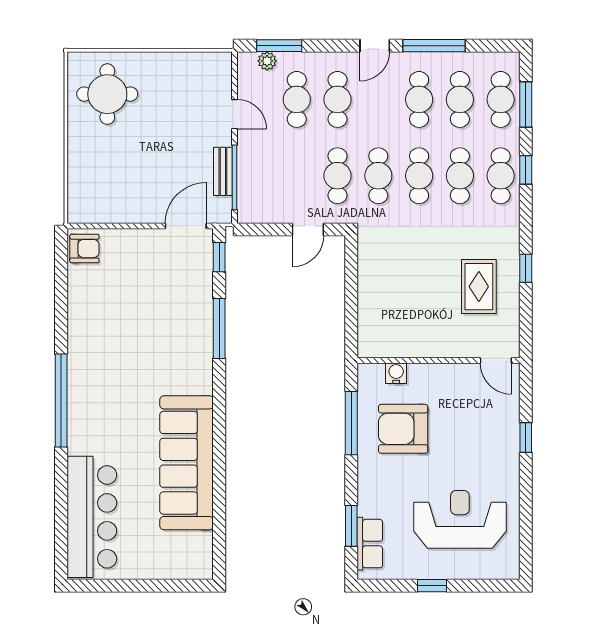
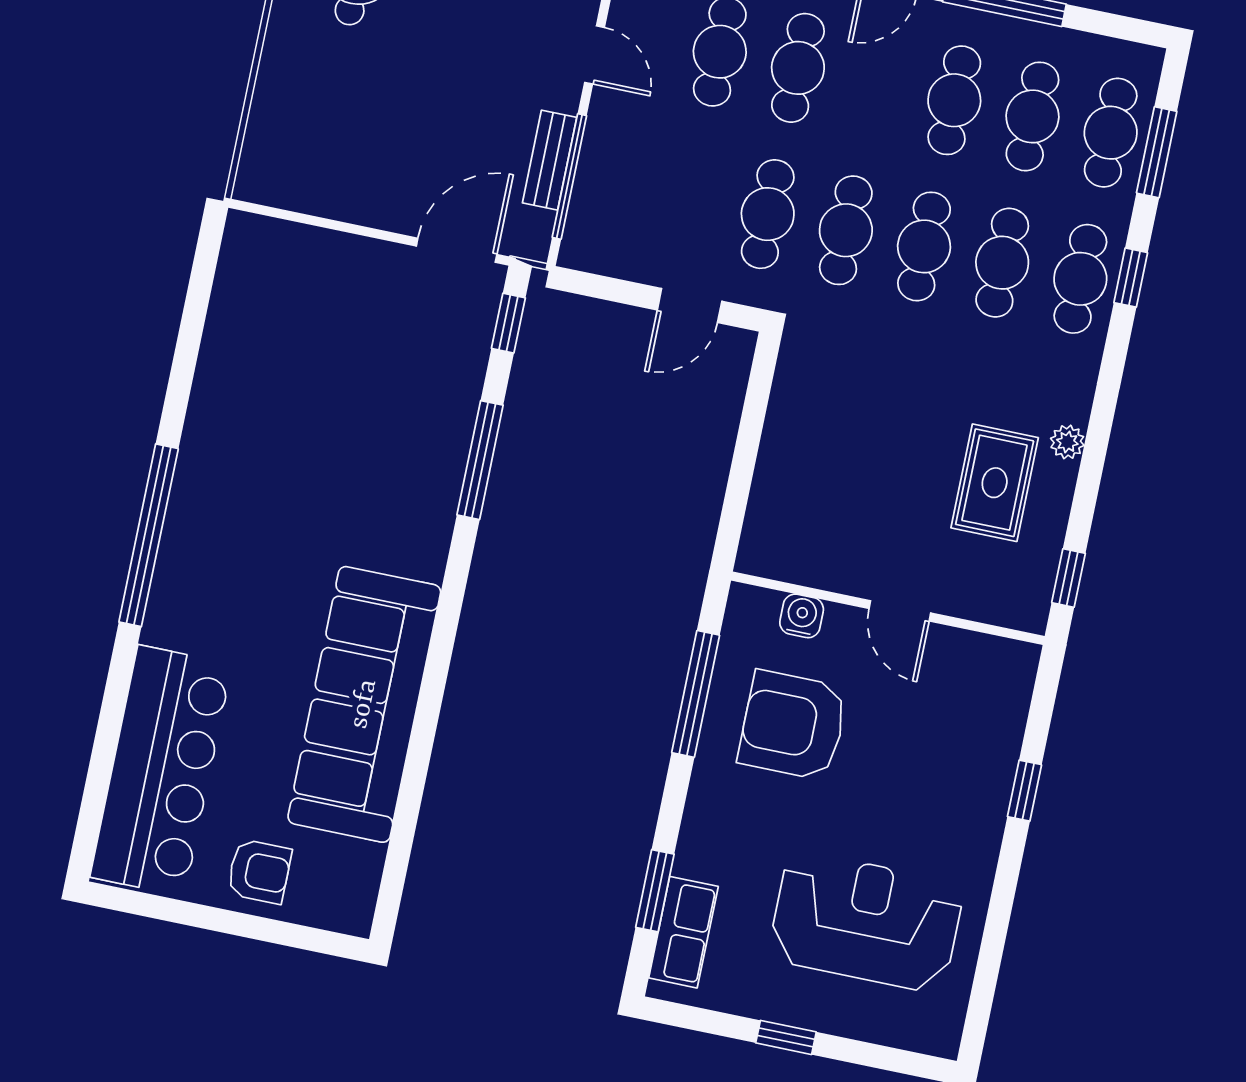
armchair: (84, 249) -> (259, 871), moved
plant: (511, 259) -> (1067, 442), added
window: (526, 268) -> (1069, 578), moved
door: (496, 360) -> (900, 611), moved

